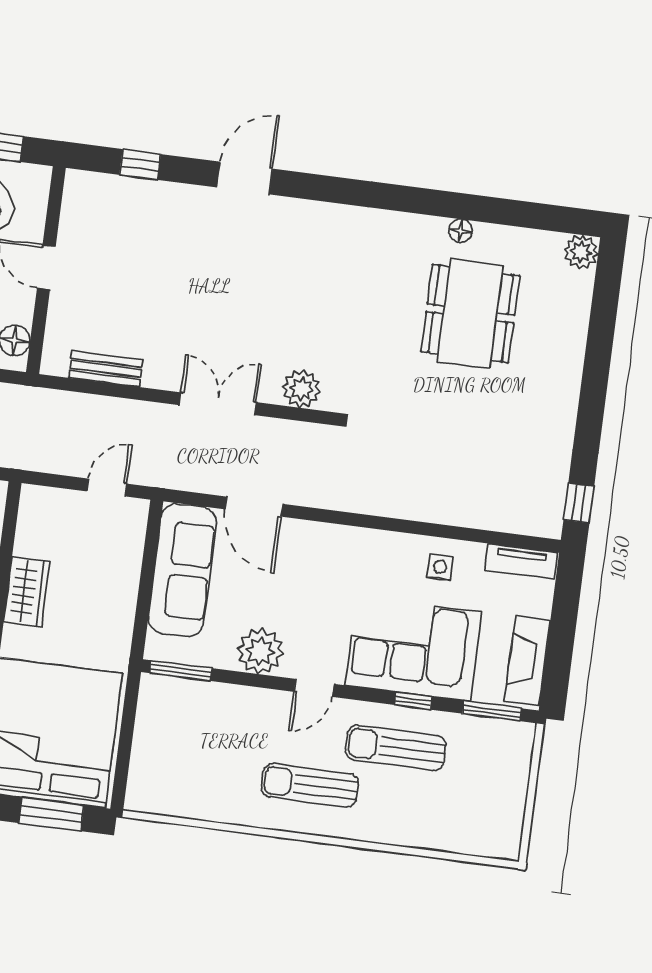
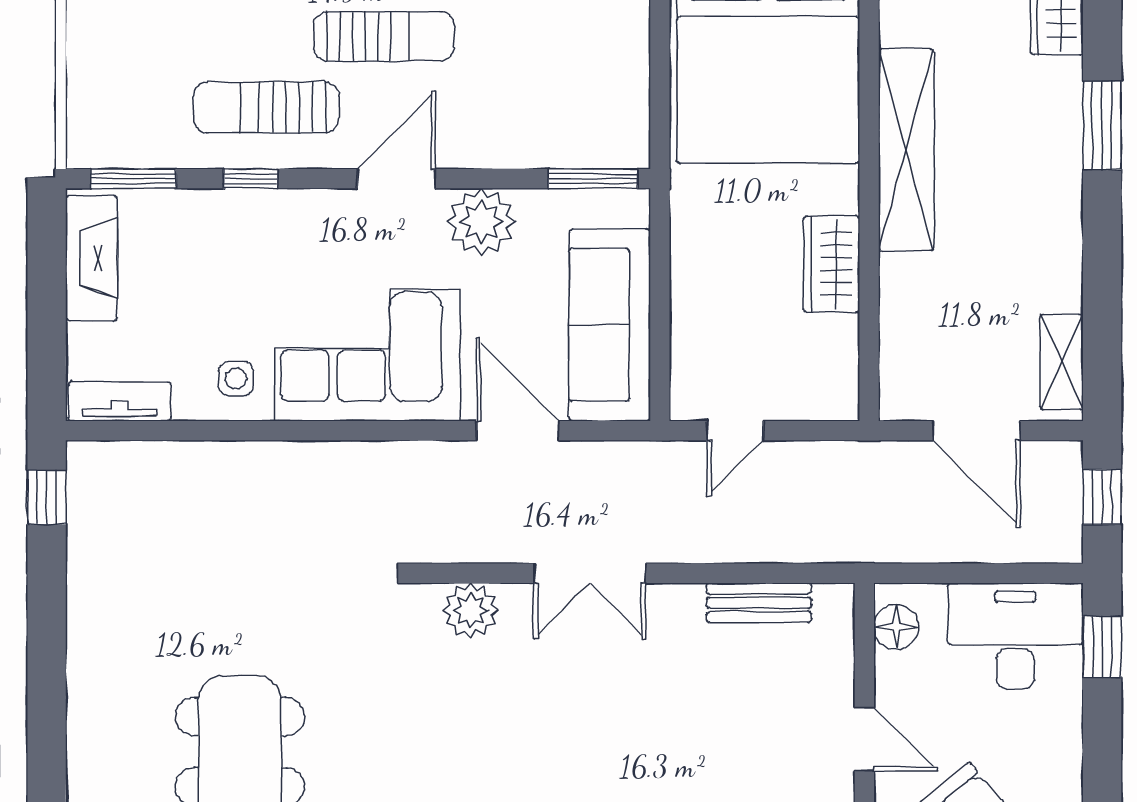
corner sofa: (414, 649) -> (368, 355), moved, turned 180
door: (314, 688) -> (396, 179), width x1.38
sun lounger: (396, 748) -> (266, 107), turned 180

